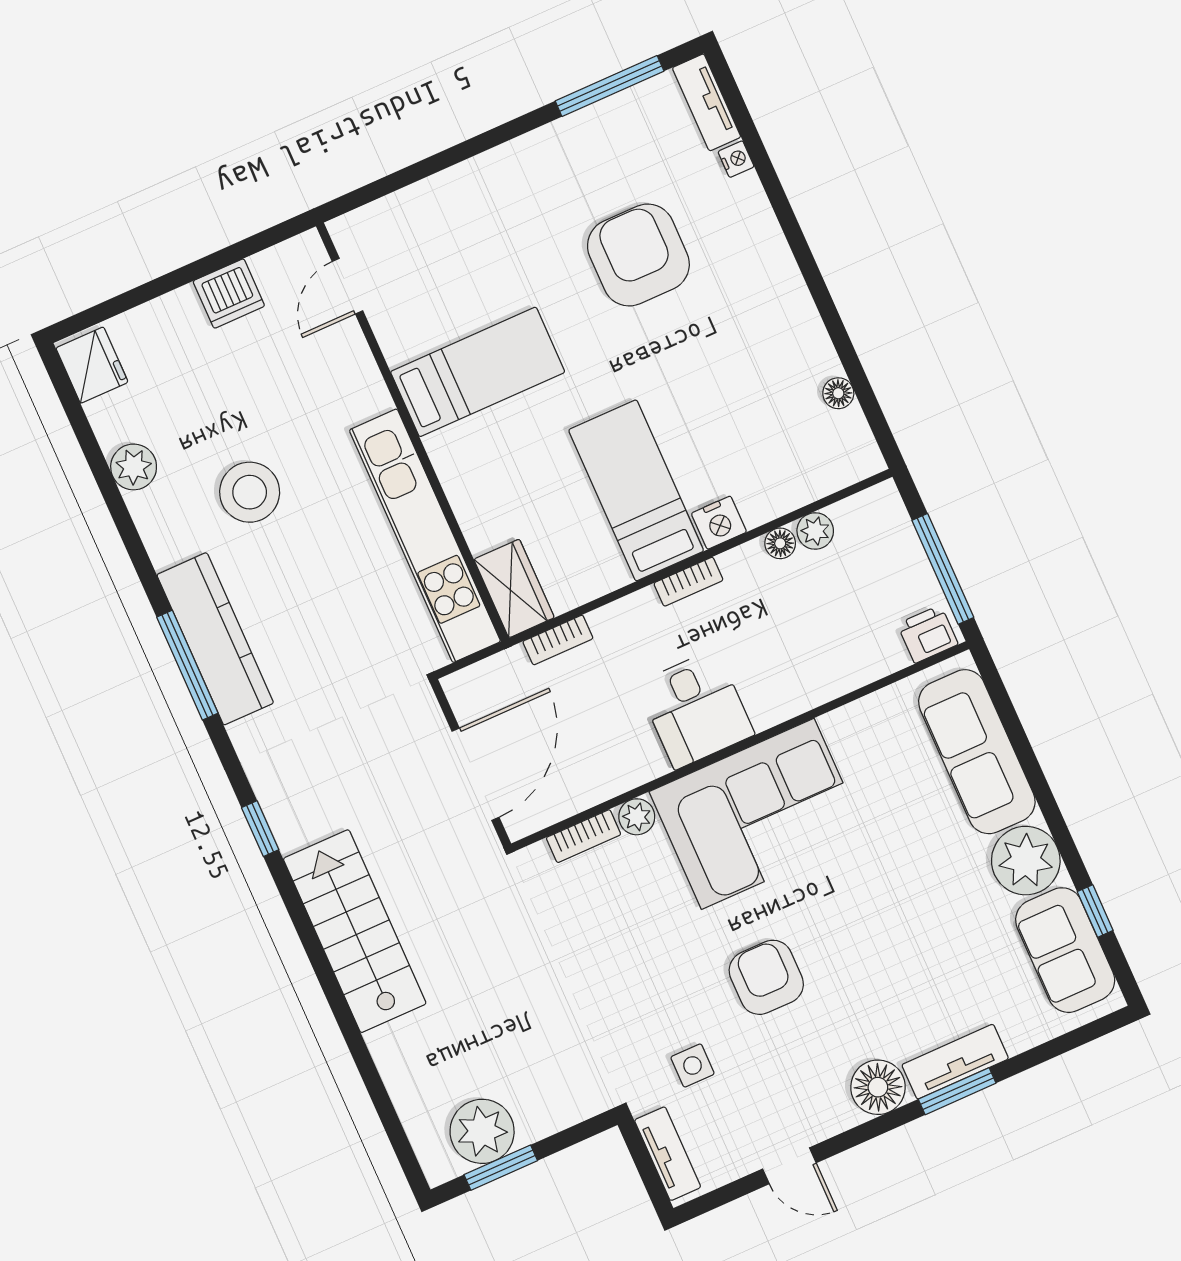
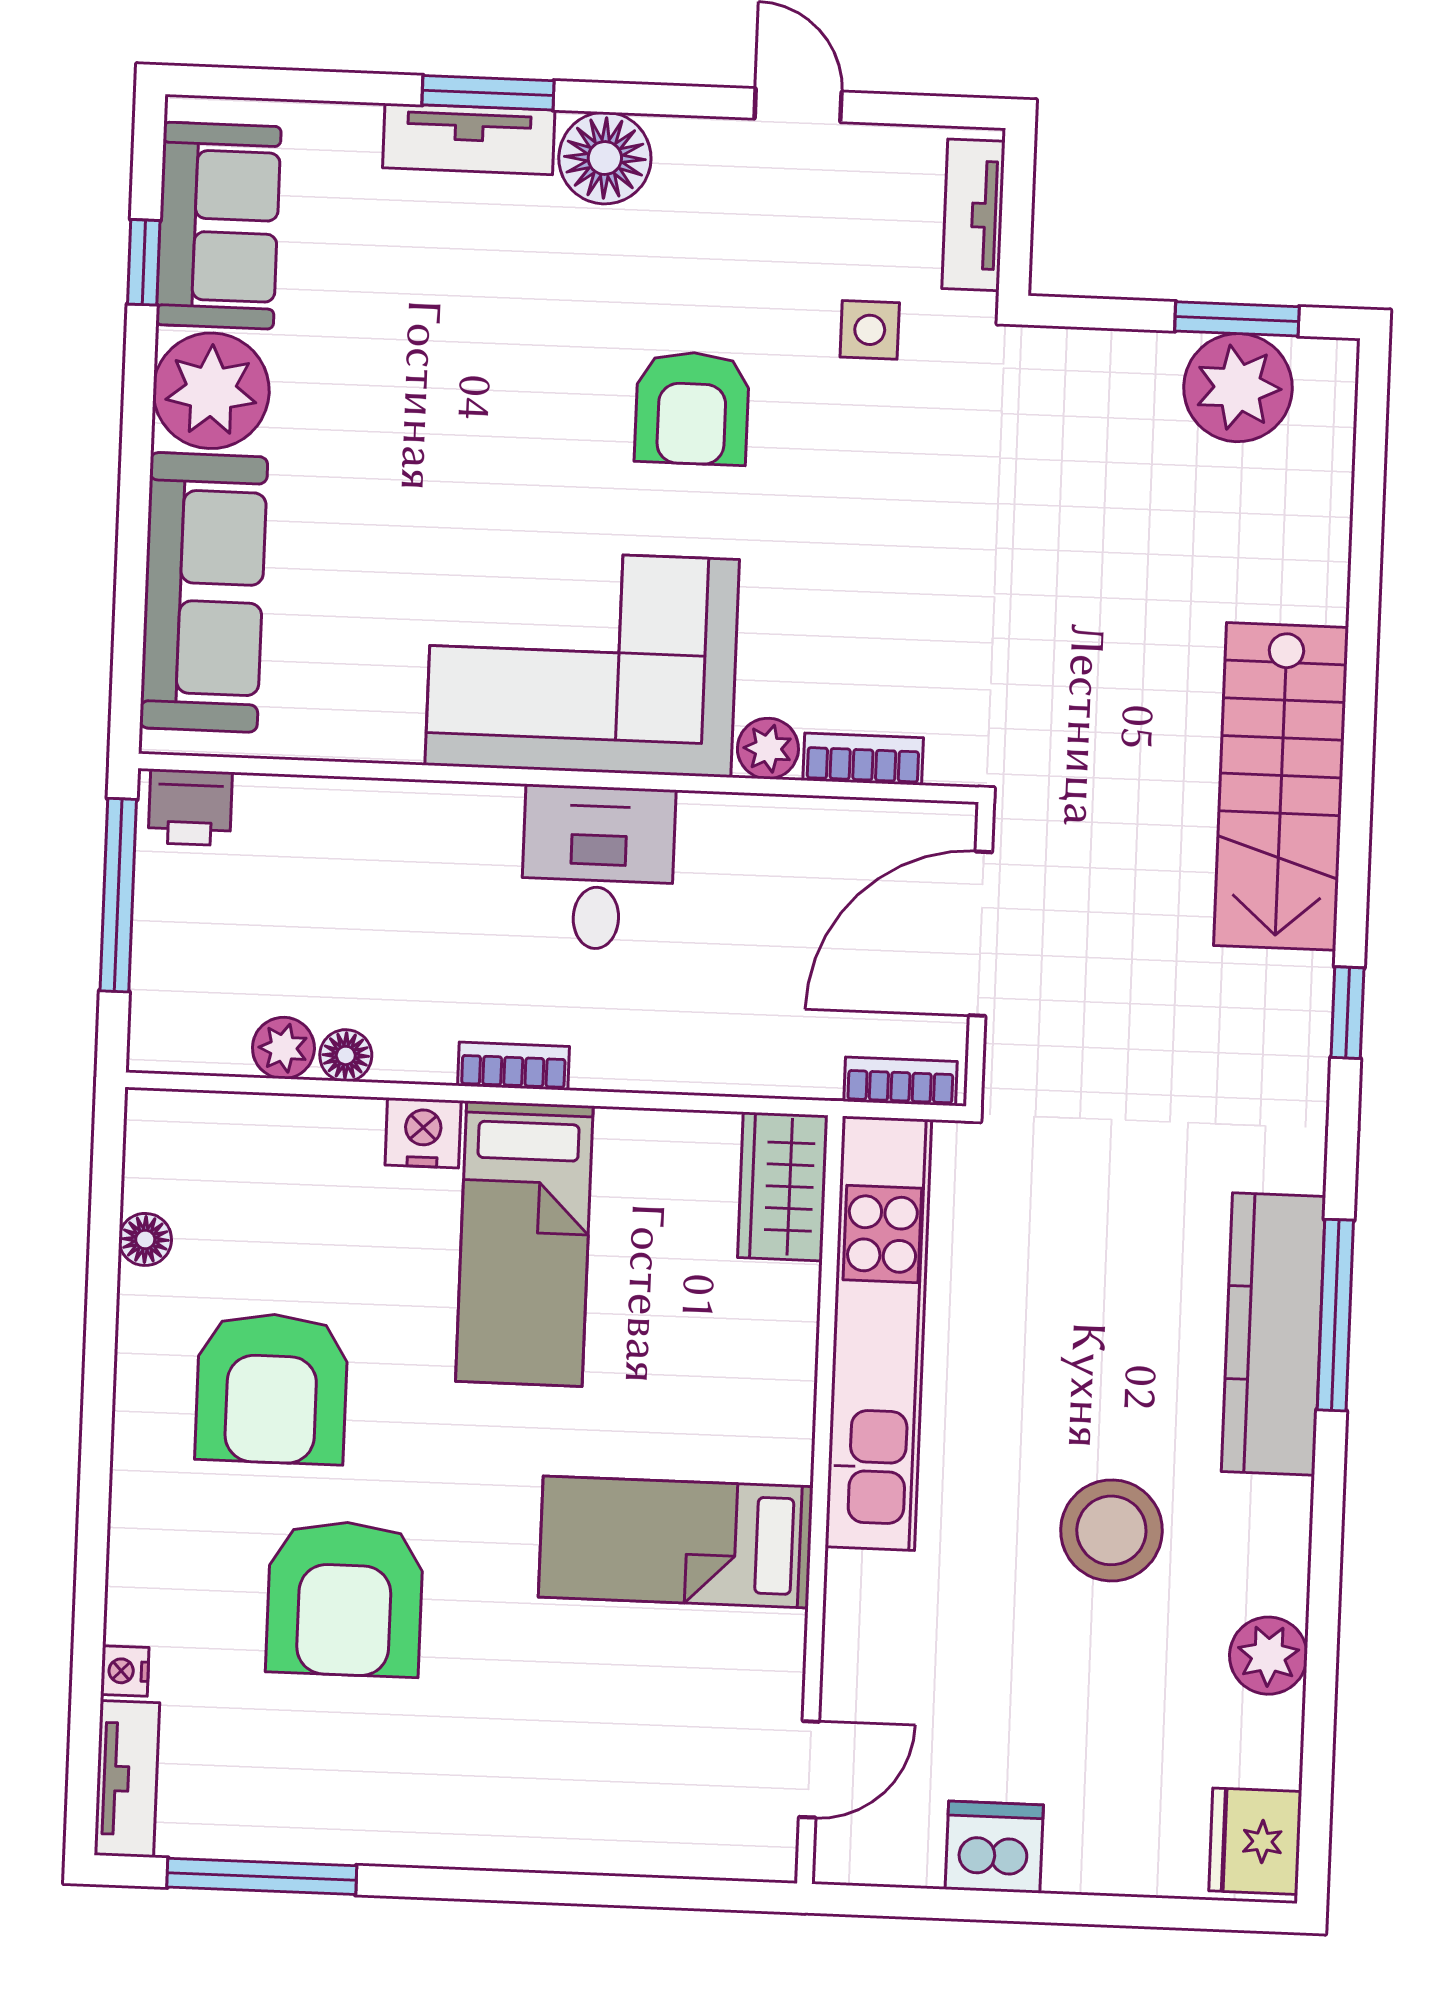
armchair: (732, 347) -> (272, 1388), added
bookcase: (558, 640) -> (901, 1081), moved

